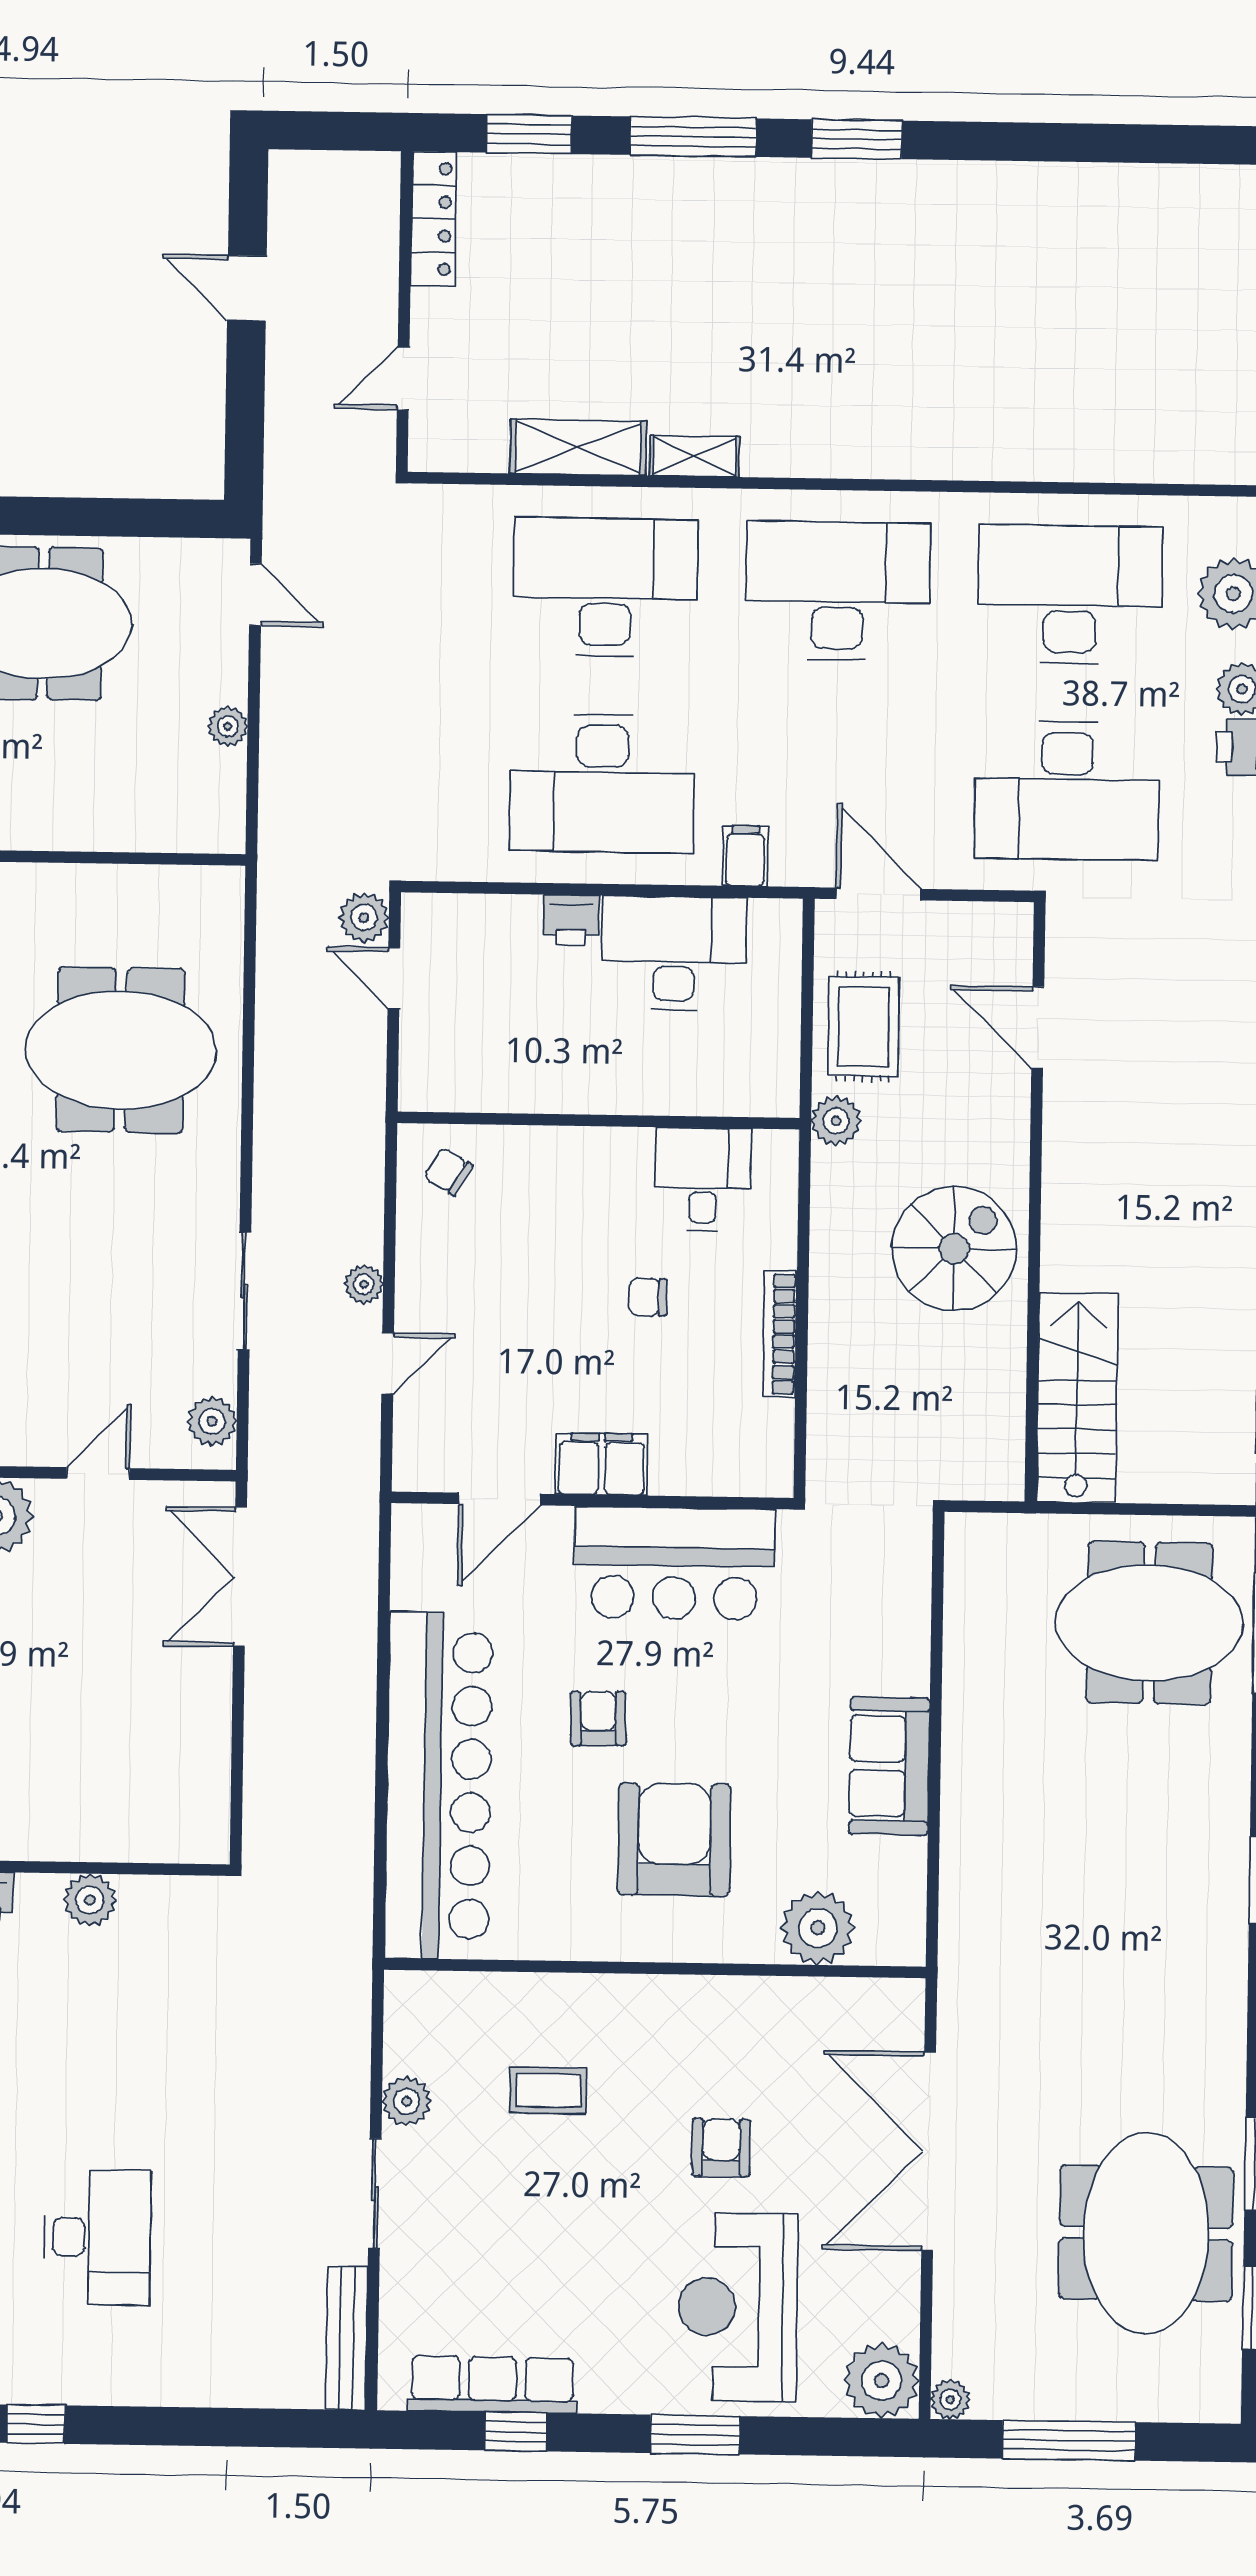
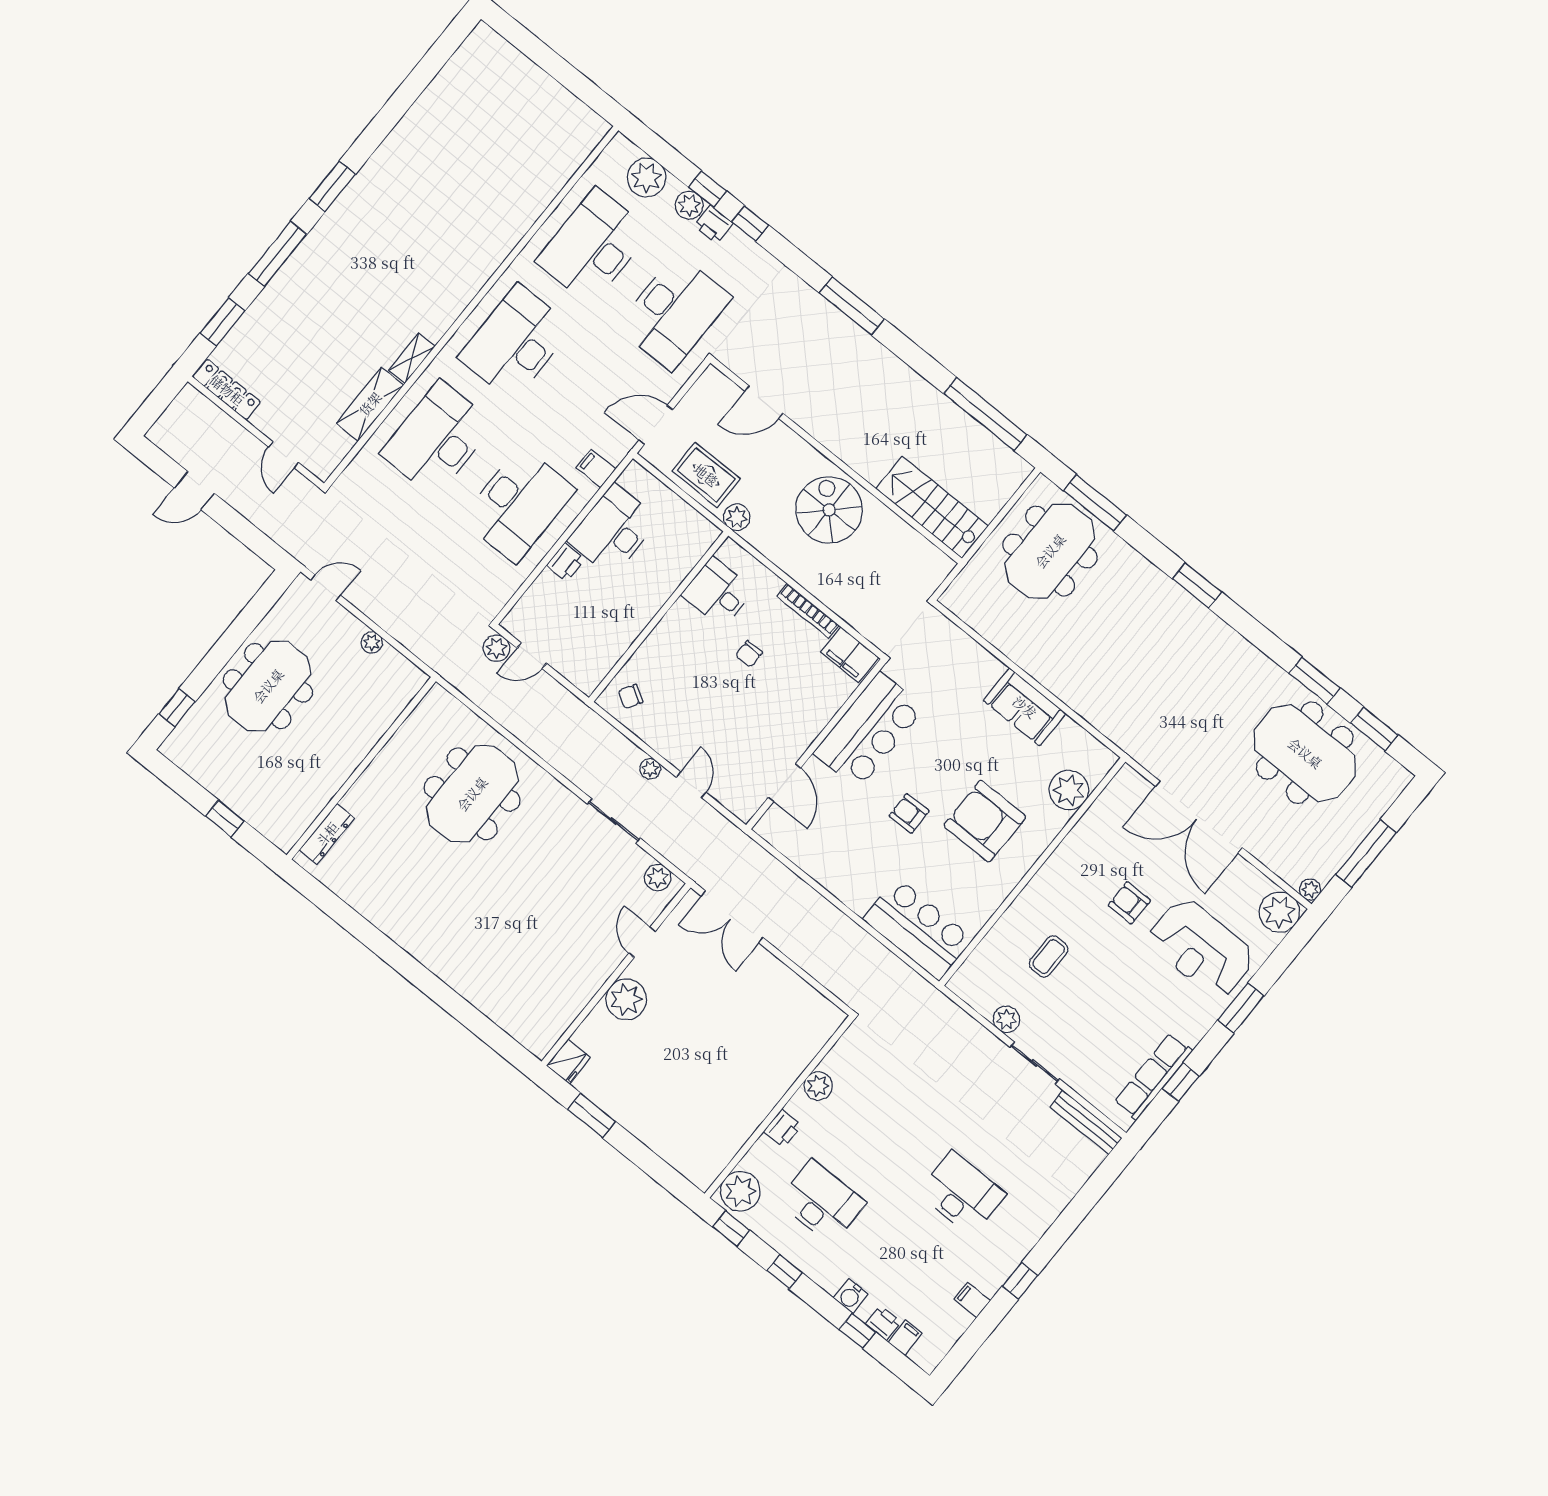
filing cabinet: (601, 1464) -> (850, 655), moved, turned -90
bar counter: (439, 1785) -> (918, 929), width x0.54

